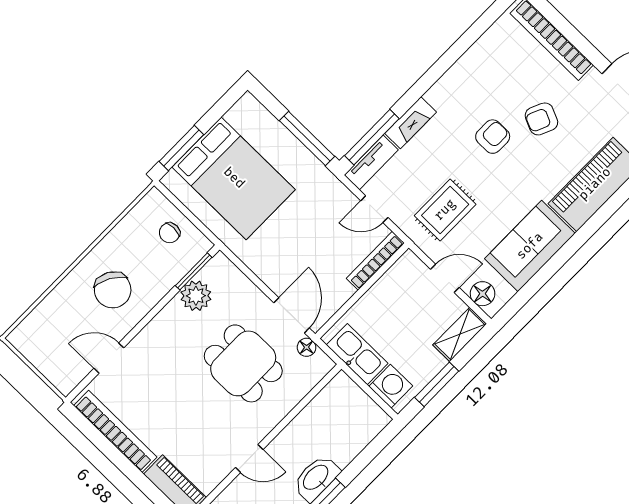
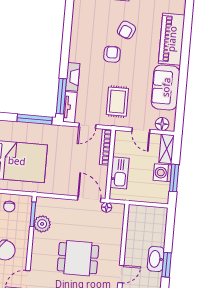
door: (445, 278) -> (141, 130), swing flipped
kitchen sink: (357, 354) -> (120, 173), moved, turned 90
dining table: (243, 363) -> (78, 258), moved
washing machine: (391, 386) -> (162, 173), moved, turned -90

